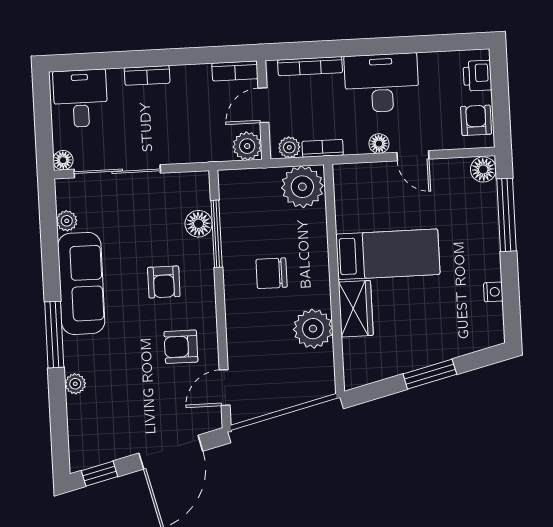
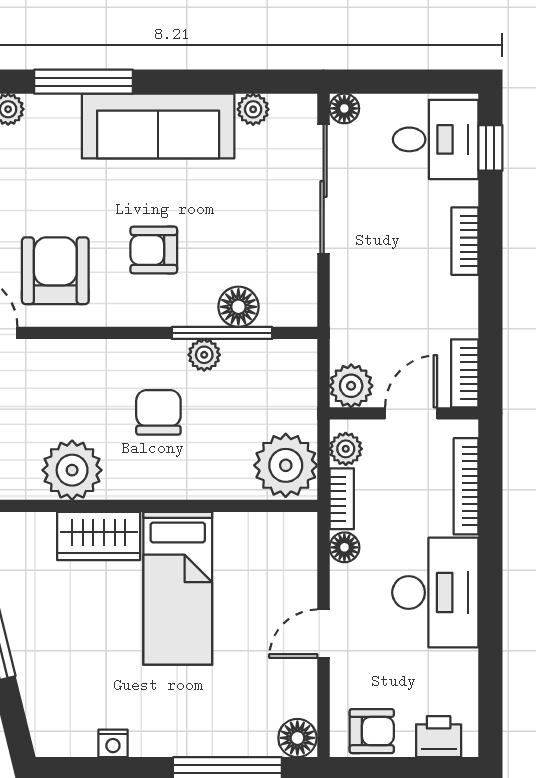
window: (84, 62) -> (490, 148), added
door: (263, 105) -> (411, 413), hinge flipped
floor lamp: (379, 144) -> (344, 547), moved
plant: (232, 245) -> (204, 355), added
armchair: (181, 347) -> (55, 271), width x1.38, depth x1.38

